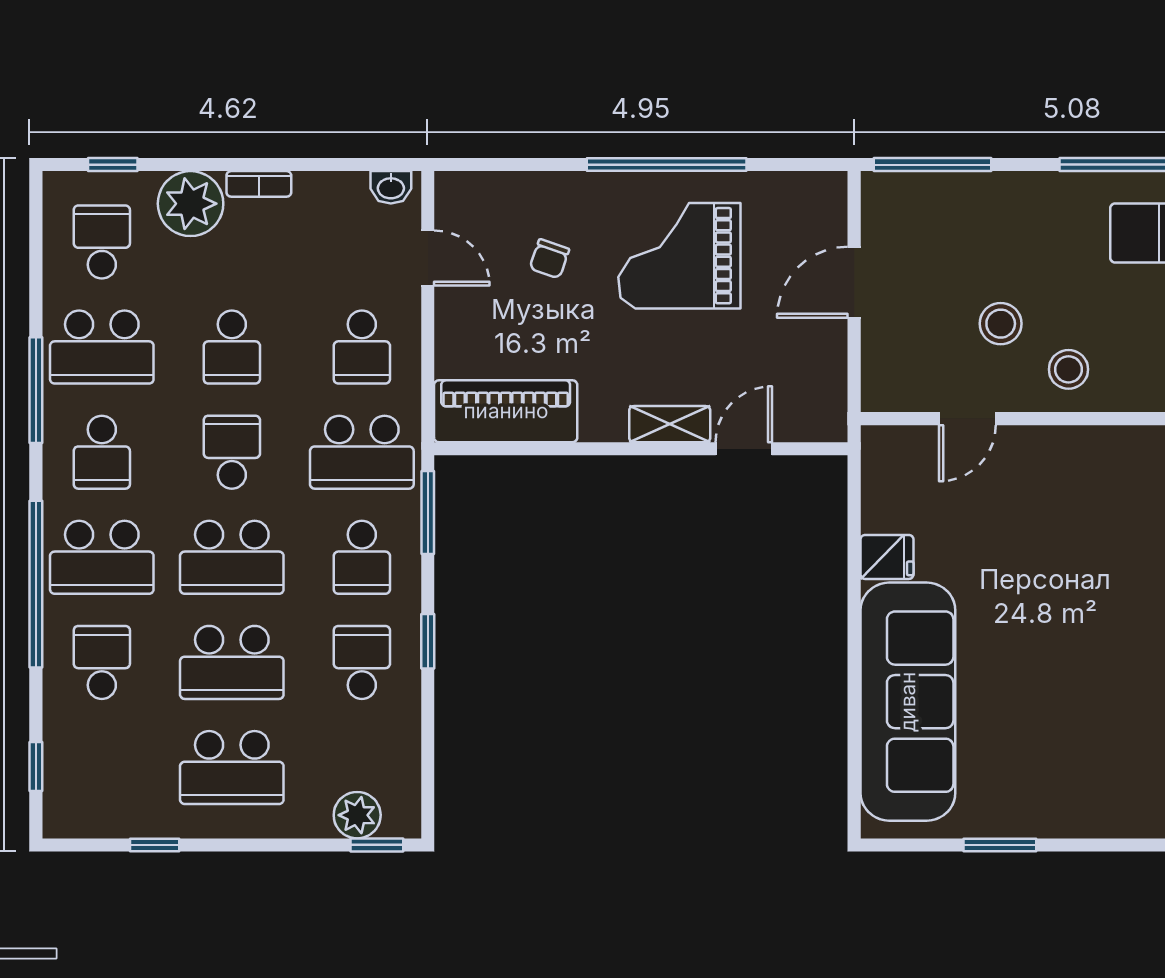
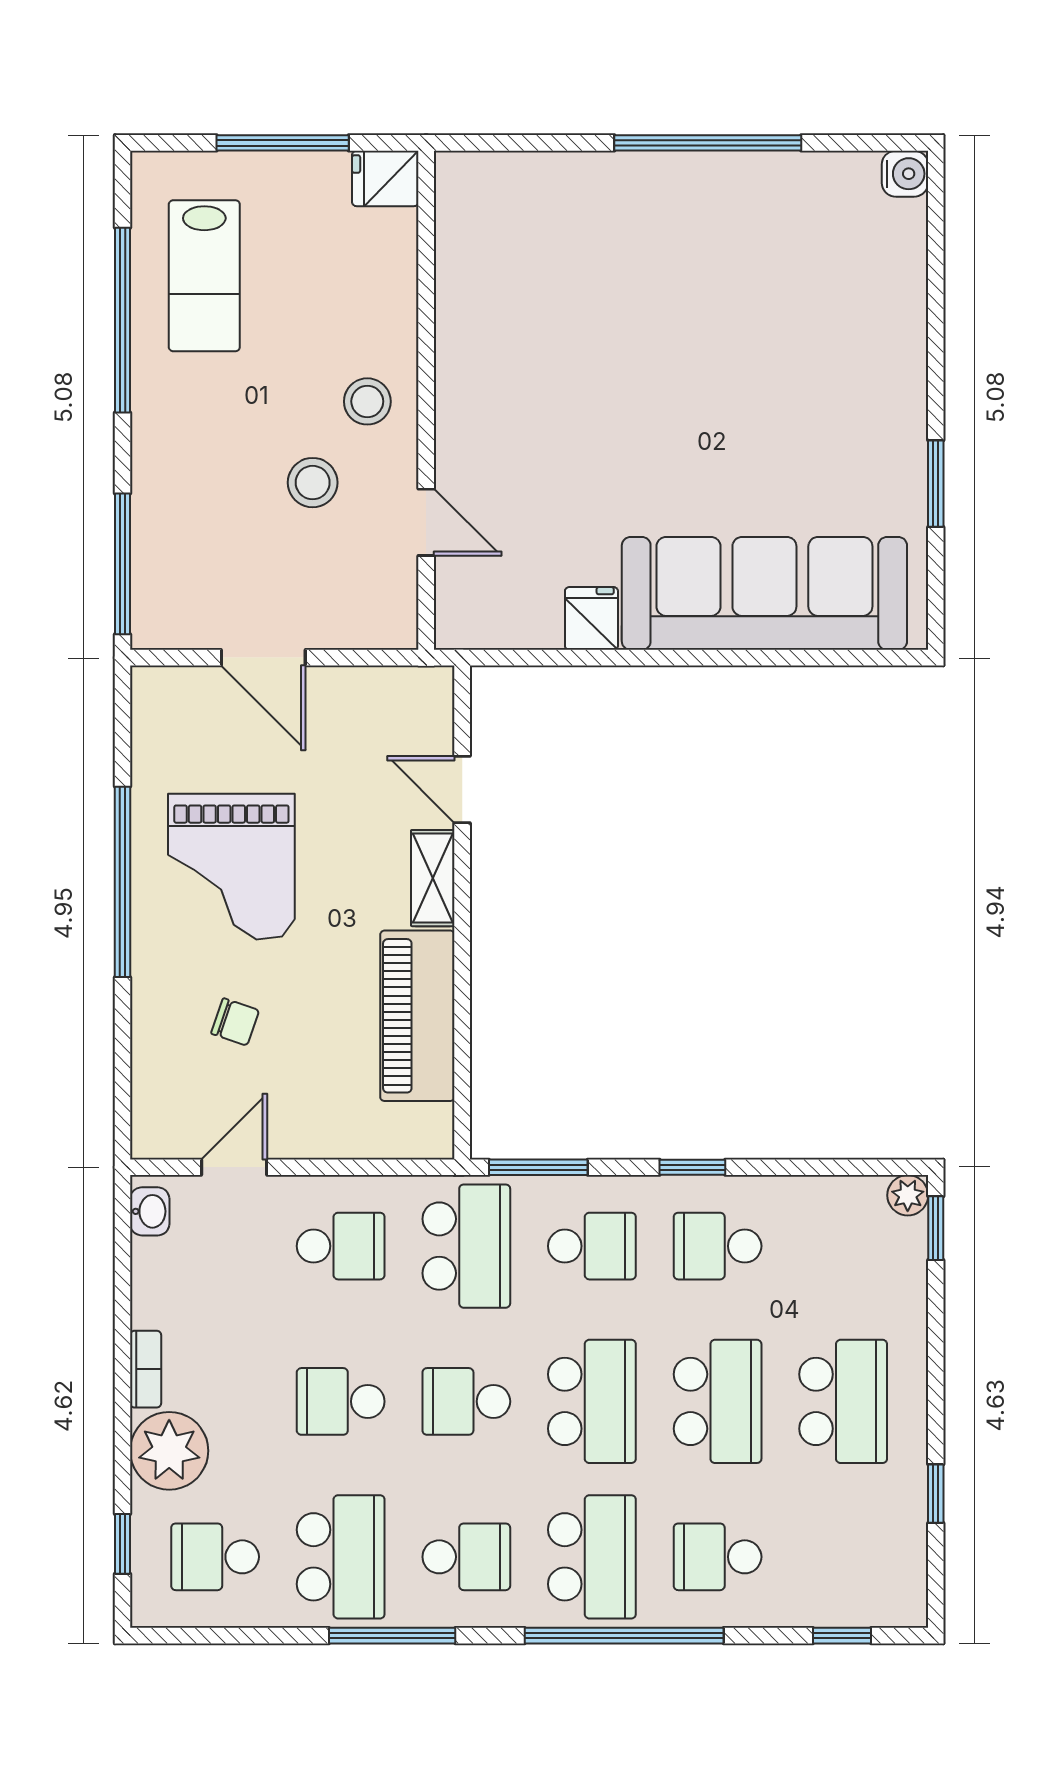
school desk: (232, 347) -> (341, 1401), turned 180
piano: (506, 411) -> (417, 1016), moved
plant: (357, 815) -> (908, 1195), moved, width x0.73, depth x0.73

